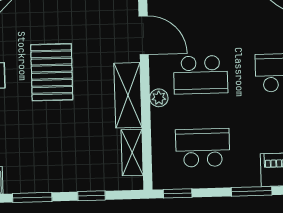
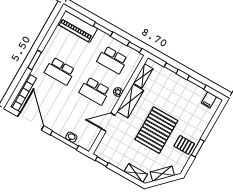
door: (144, 35) -> (108, 122), hinge flipped
pallet: (52, 72) -> (156, 130), width x1.37, depth x1.41
school desk: (201, 75) -> (95, 91), turned 180

